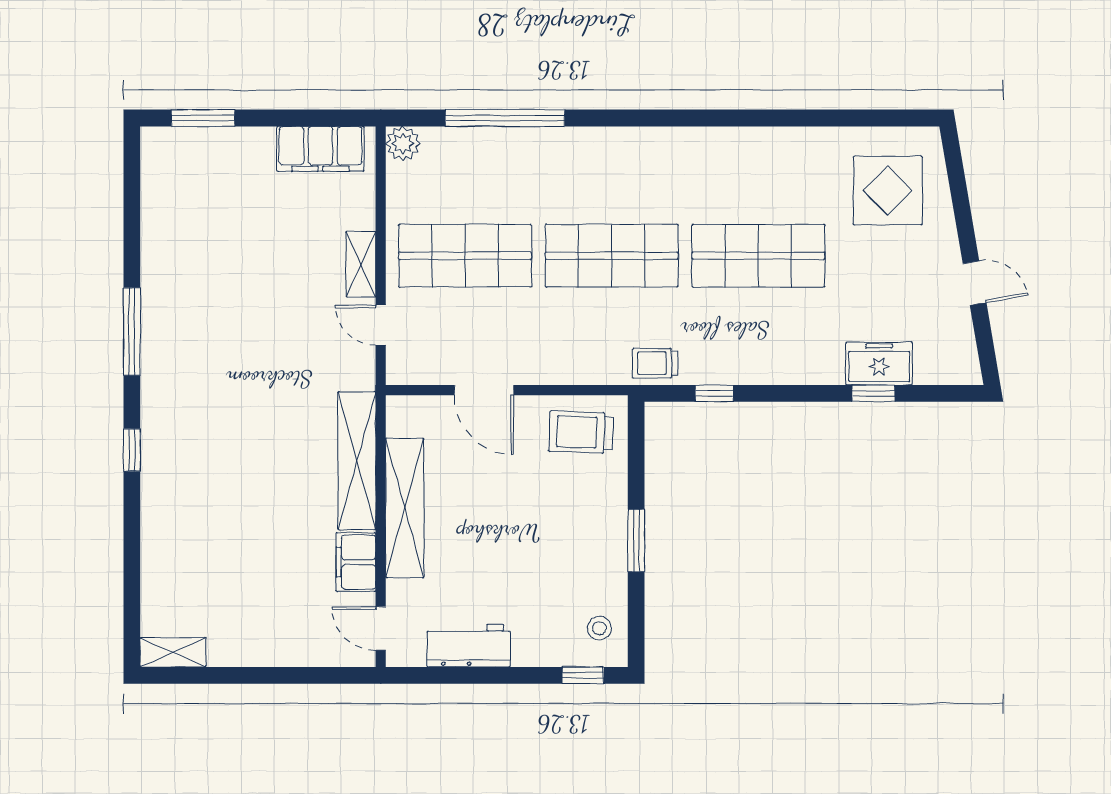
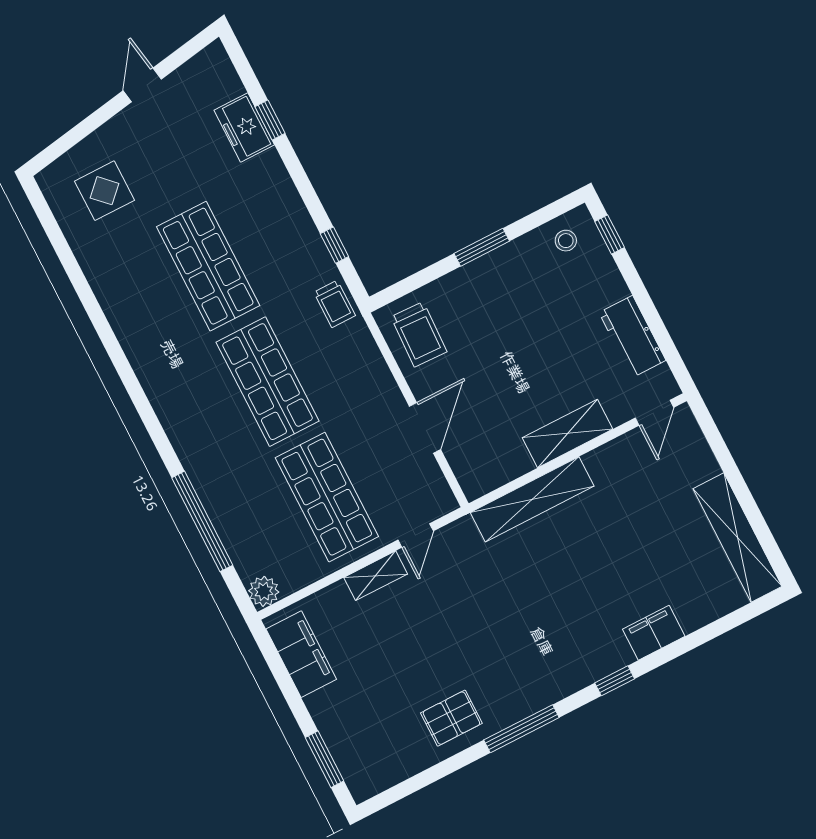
display table: (888, 191) -> (105, 191), width x0.73, depth x0.73
pallet: (179, 267) -> (451, 718), added
shelving: (405, 508) -> (567, 433), width x0.68
filing cabinet: (356, 562) -> (654, 633), moved, turned 180
shelving: (173, 652) -> (738, 538), width x2.20, depth x1.33

